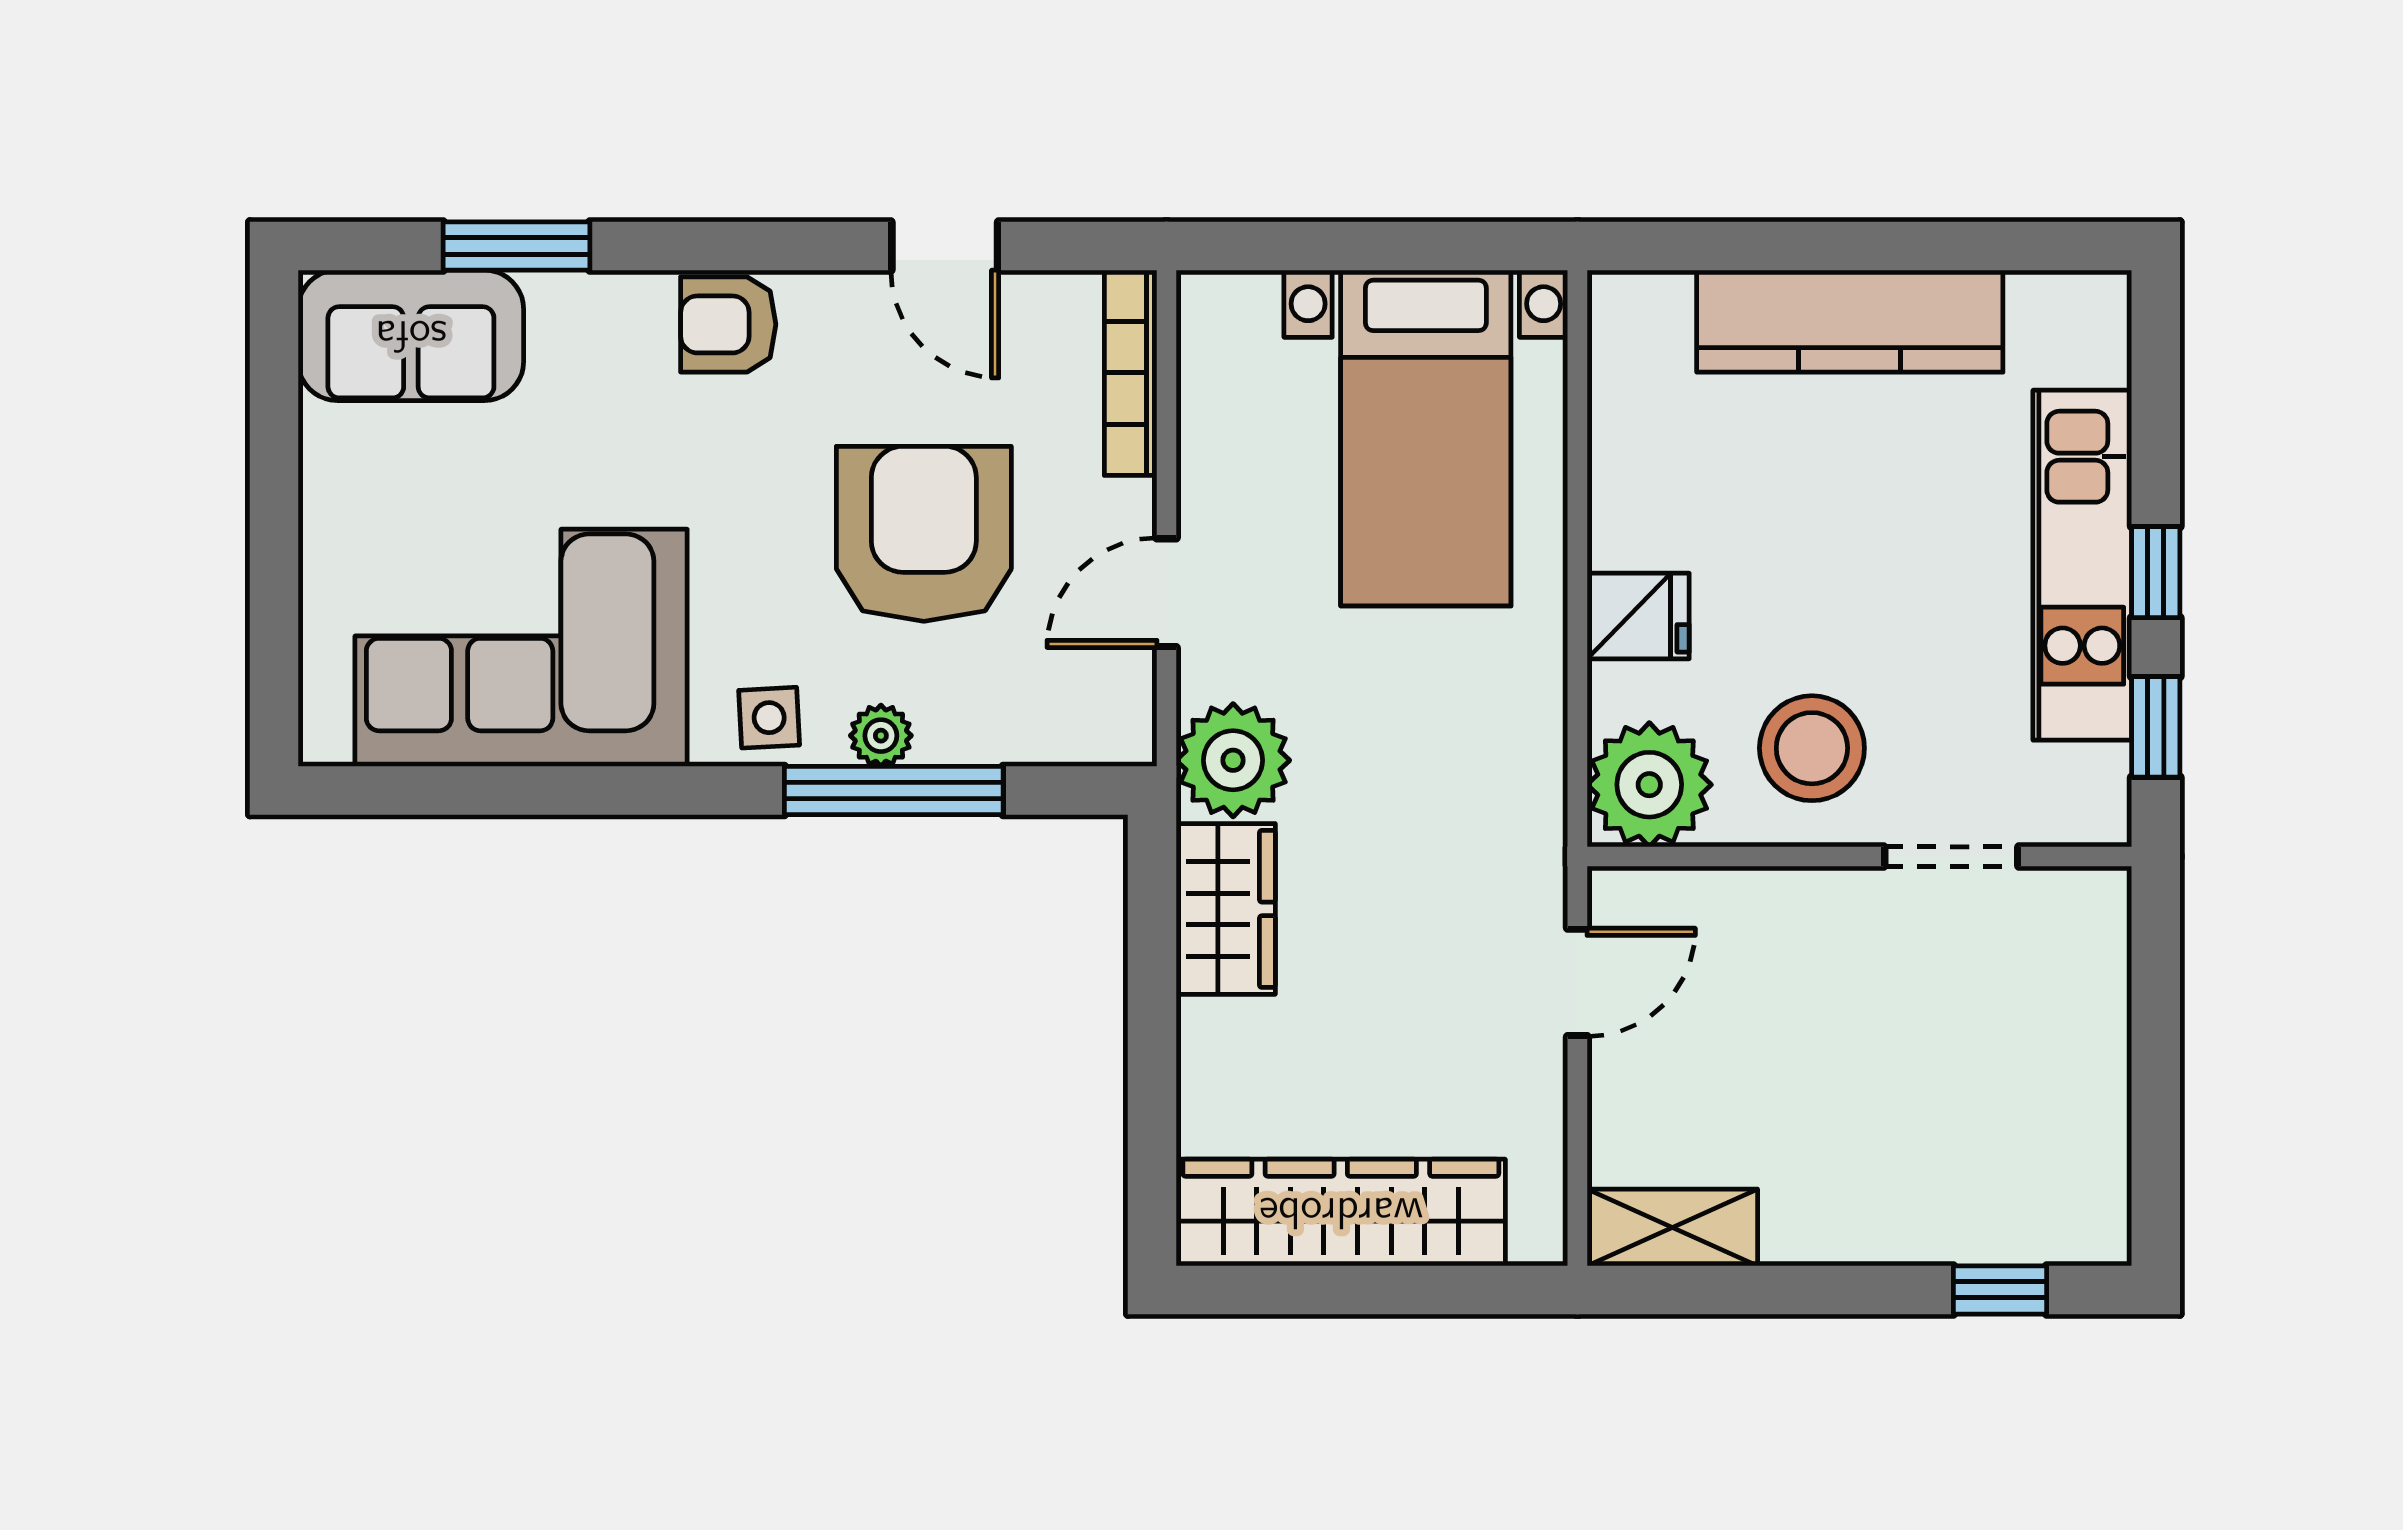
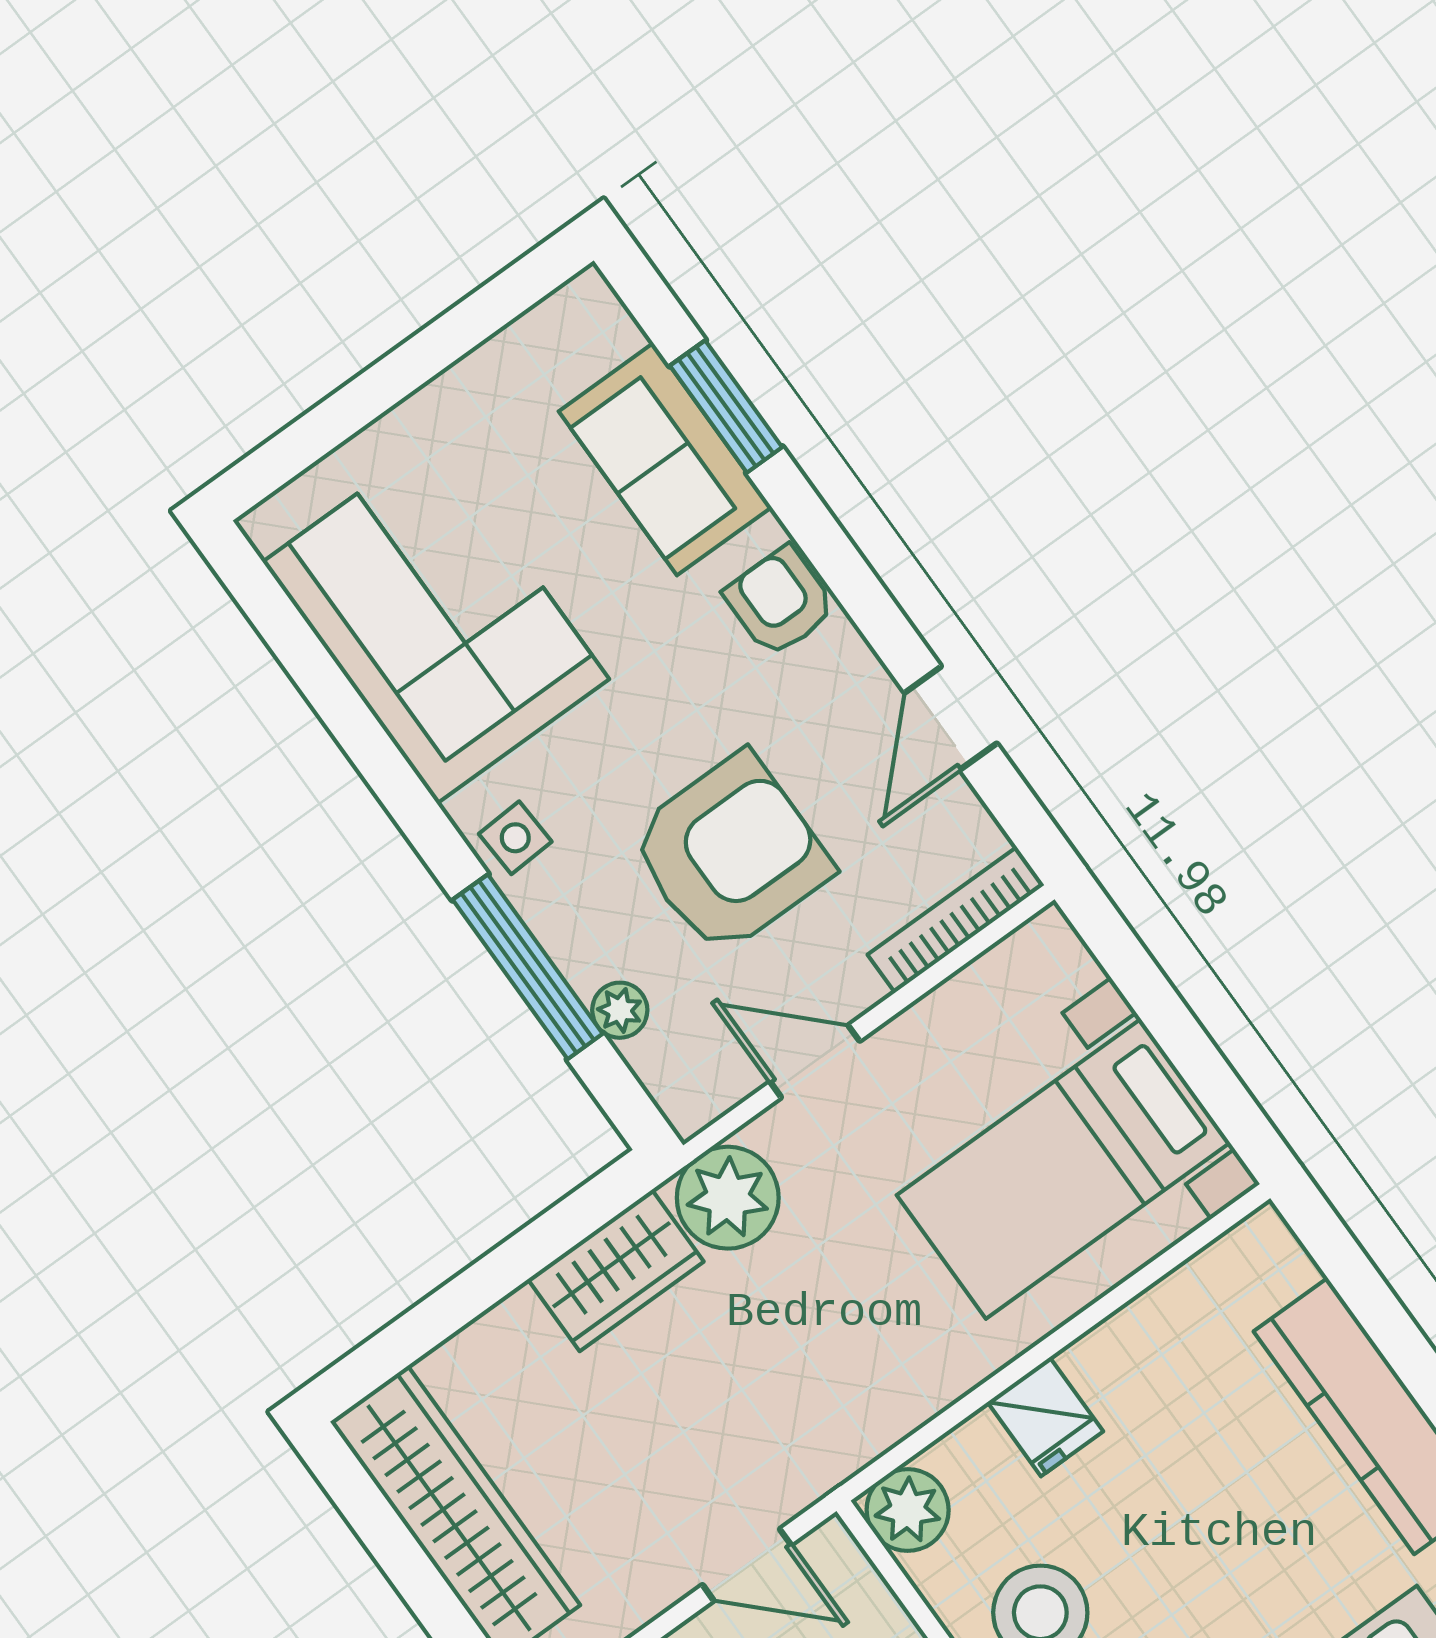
sofa: (411, 335) -> (665, 459), moved
plant: (881, 736) -> (620, 1010), moved
plant: (1649, 785) -> (908, 1510), width x0.73, depth x0.73

